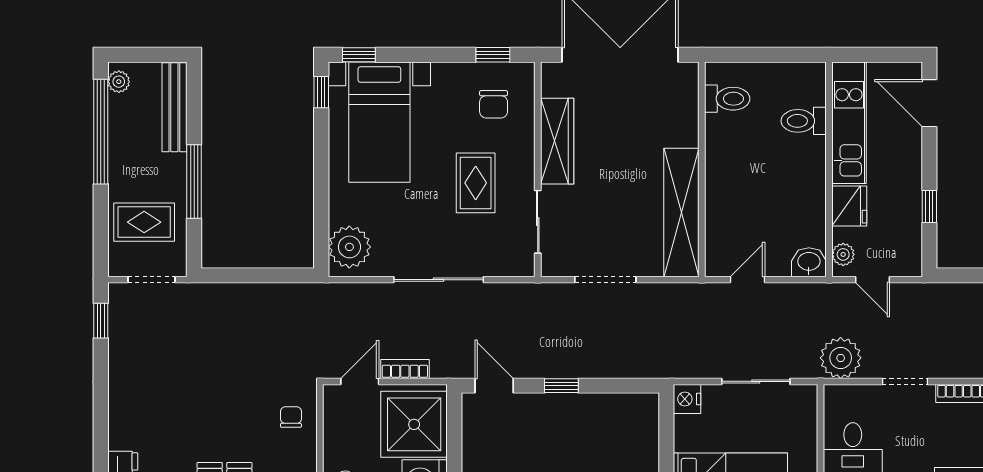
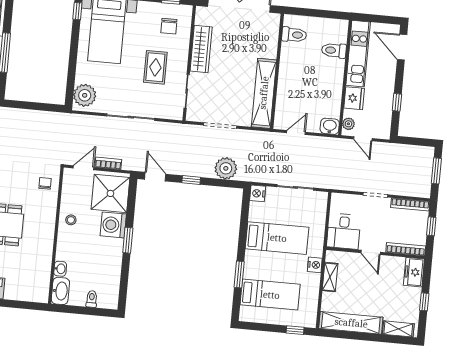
plant: (841, 358) -> (226, 168), moved

